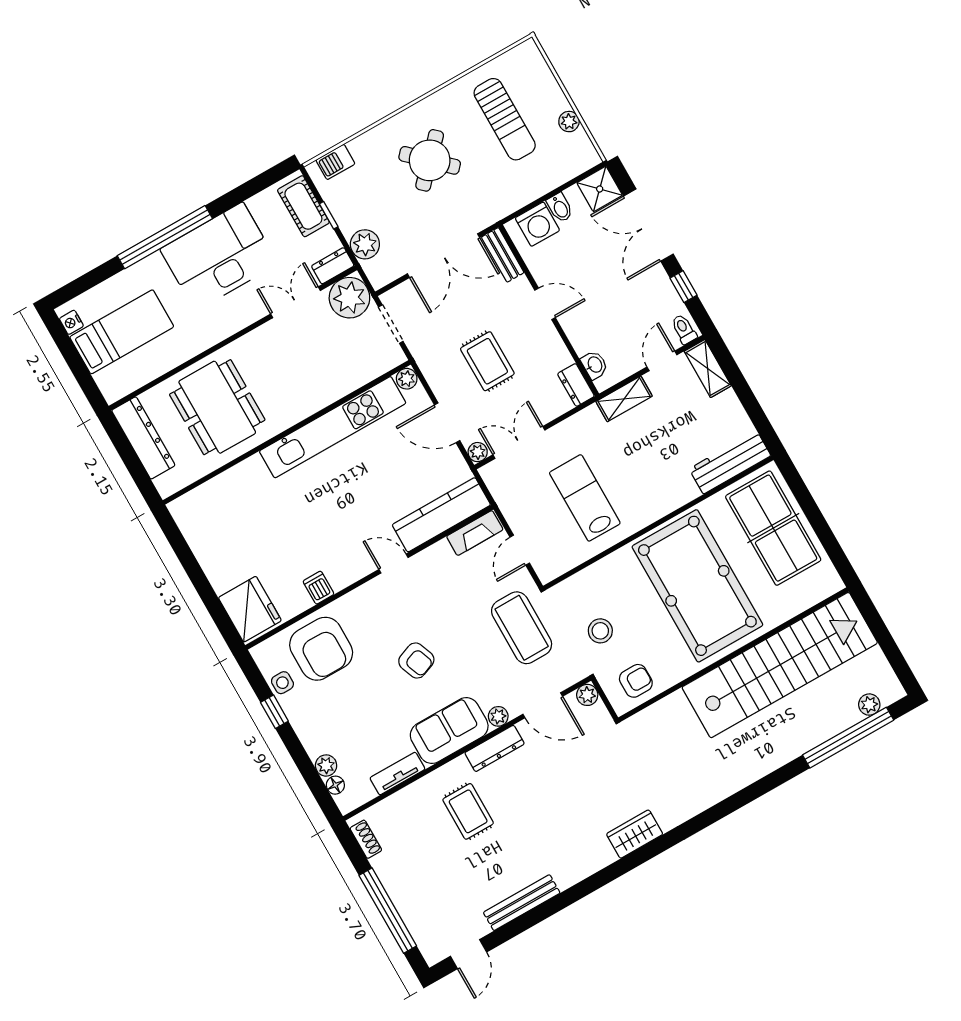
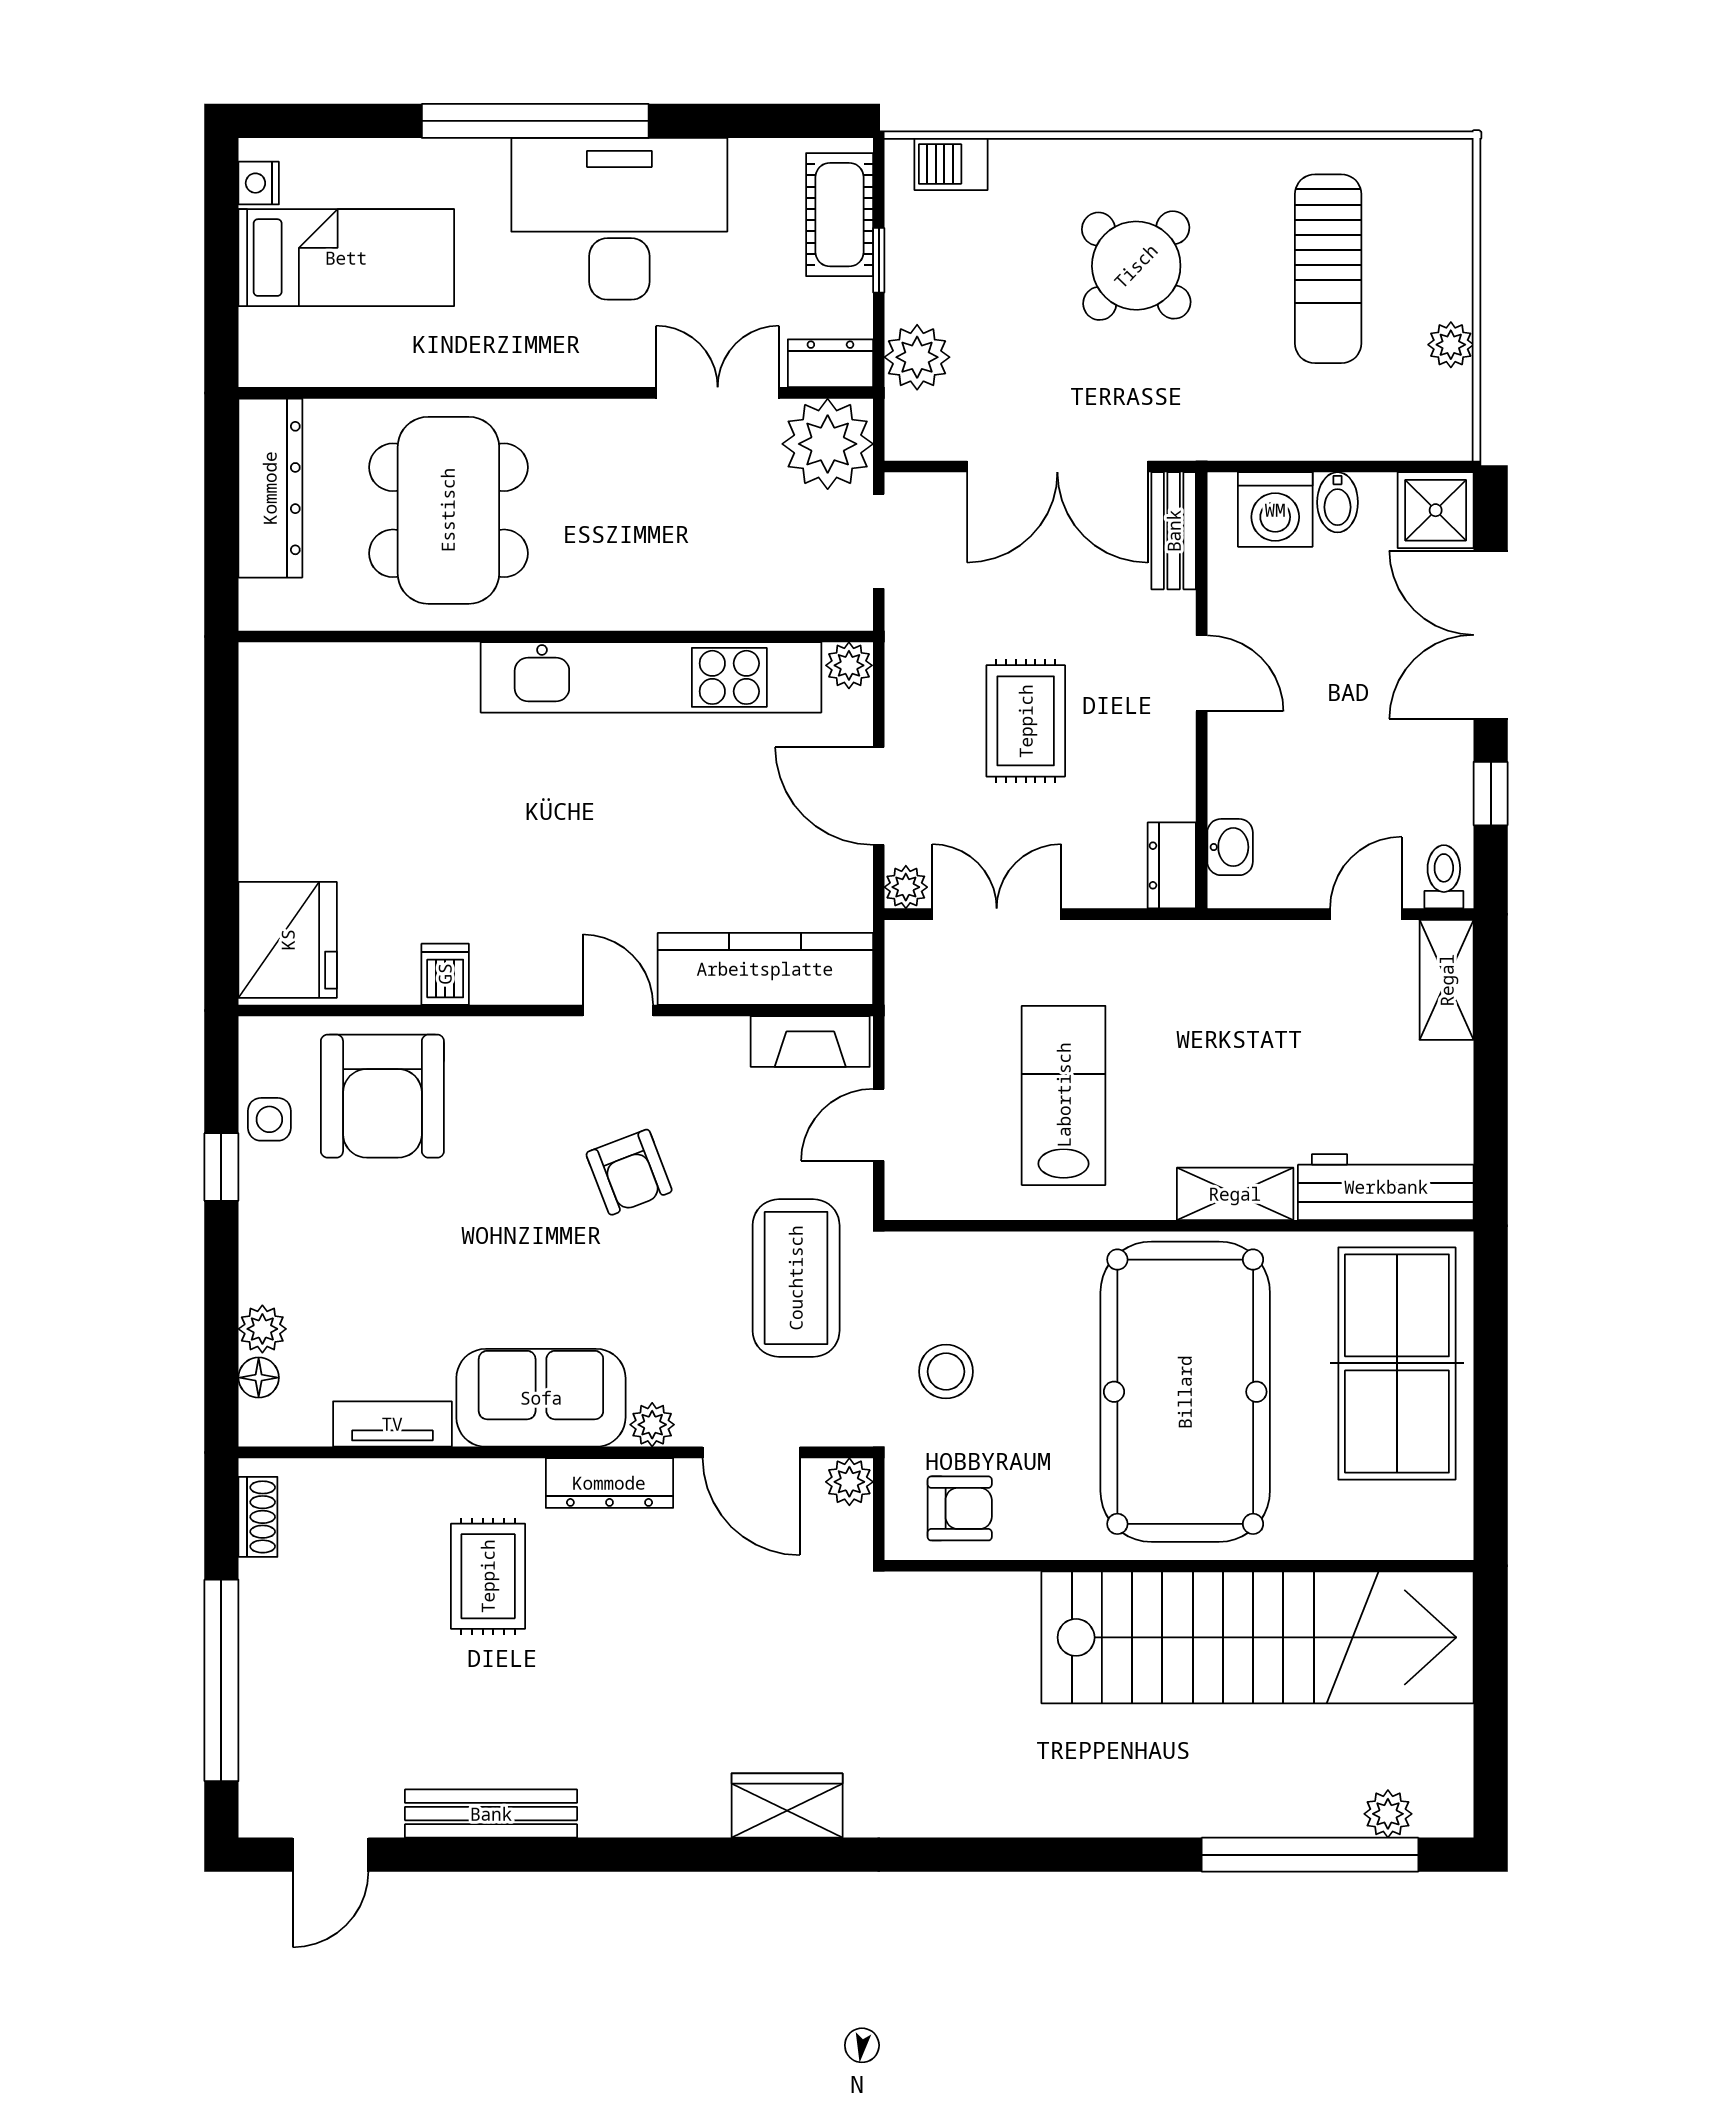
shelving: (624, 399) -> (1235, 1194), moved
armchair: (416, 661) -> (629, 1172), moved

